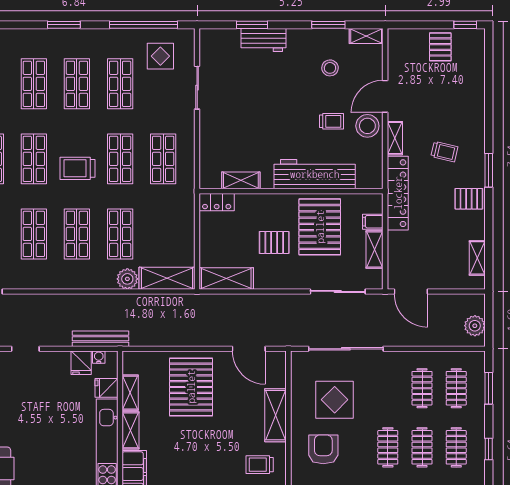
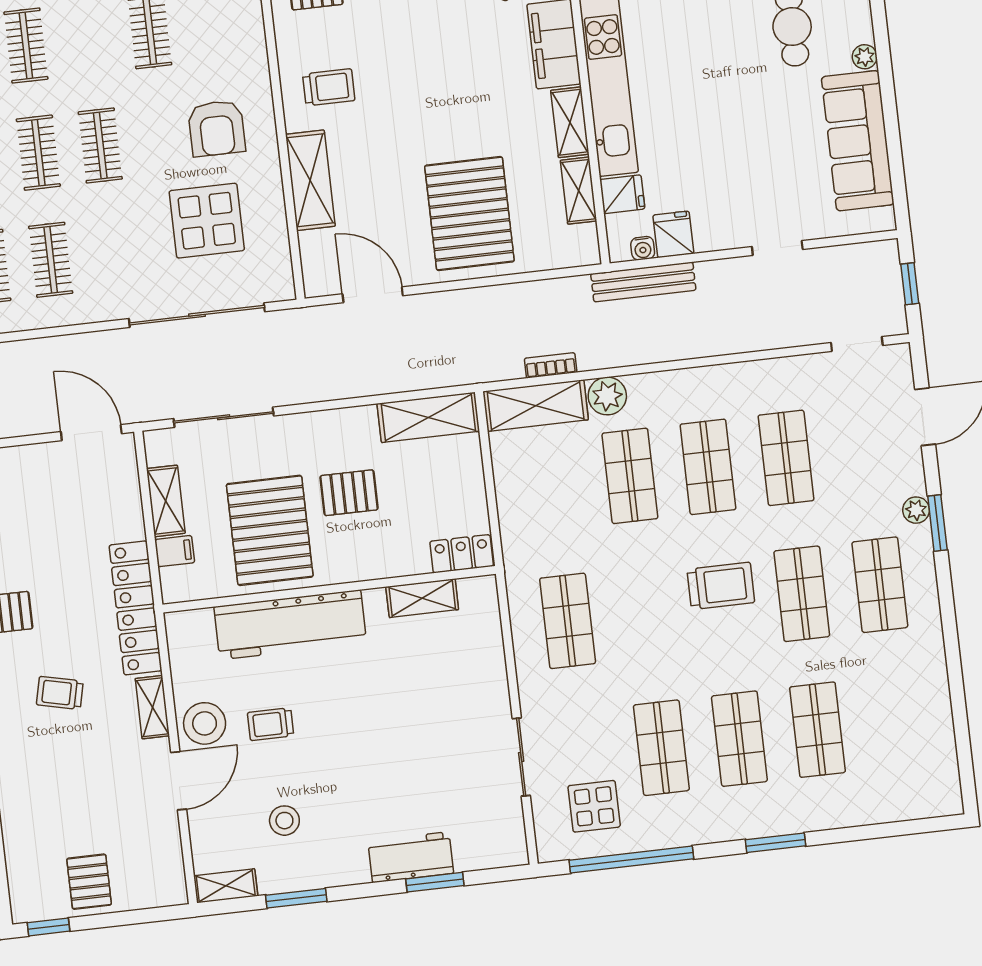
shop shelf: (120, 159) -> (646, 612), removed
bookcase: (156, 299) -> (551, 365), added

